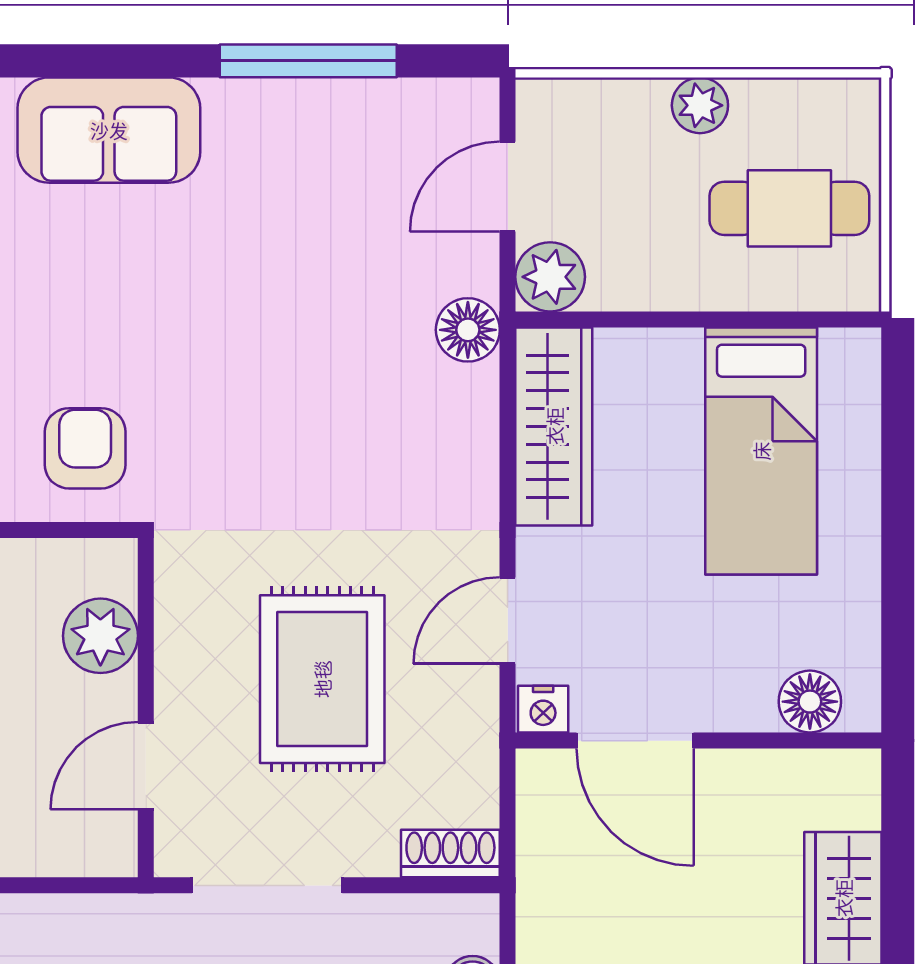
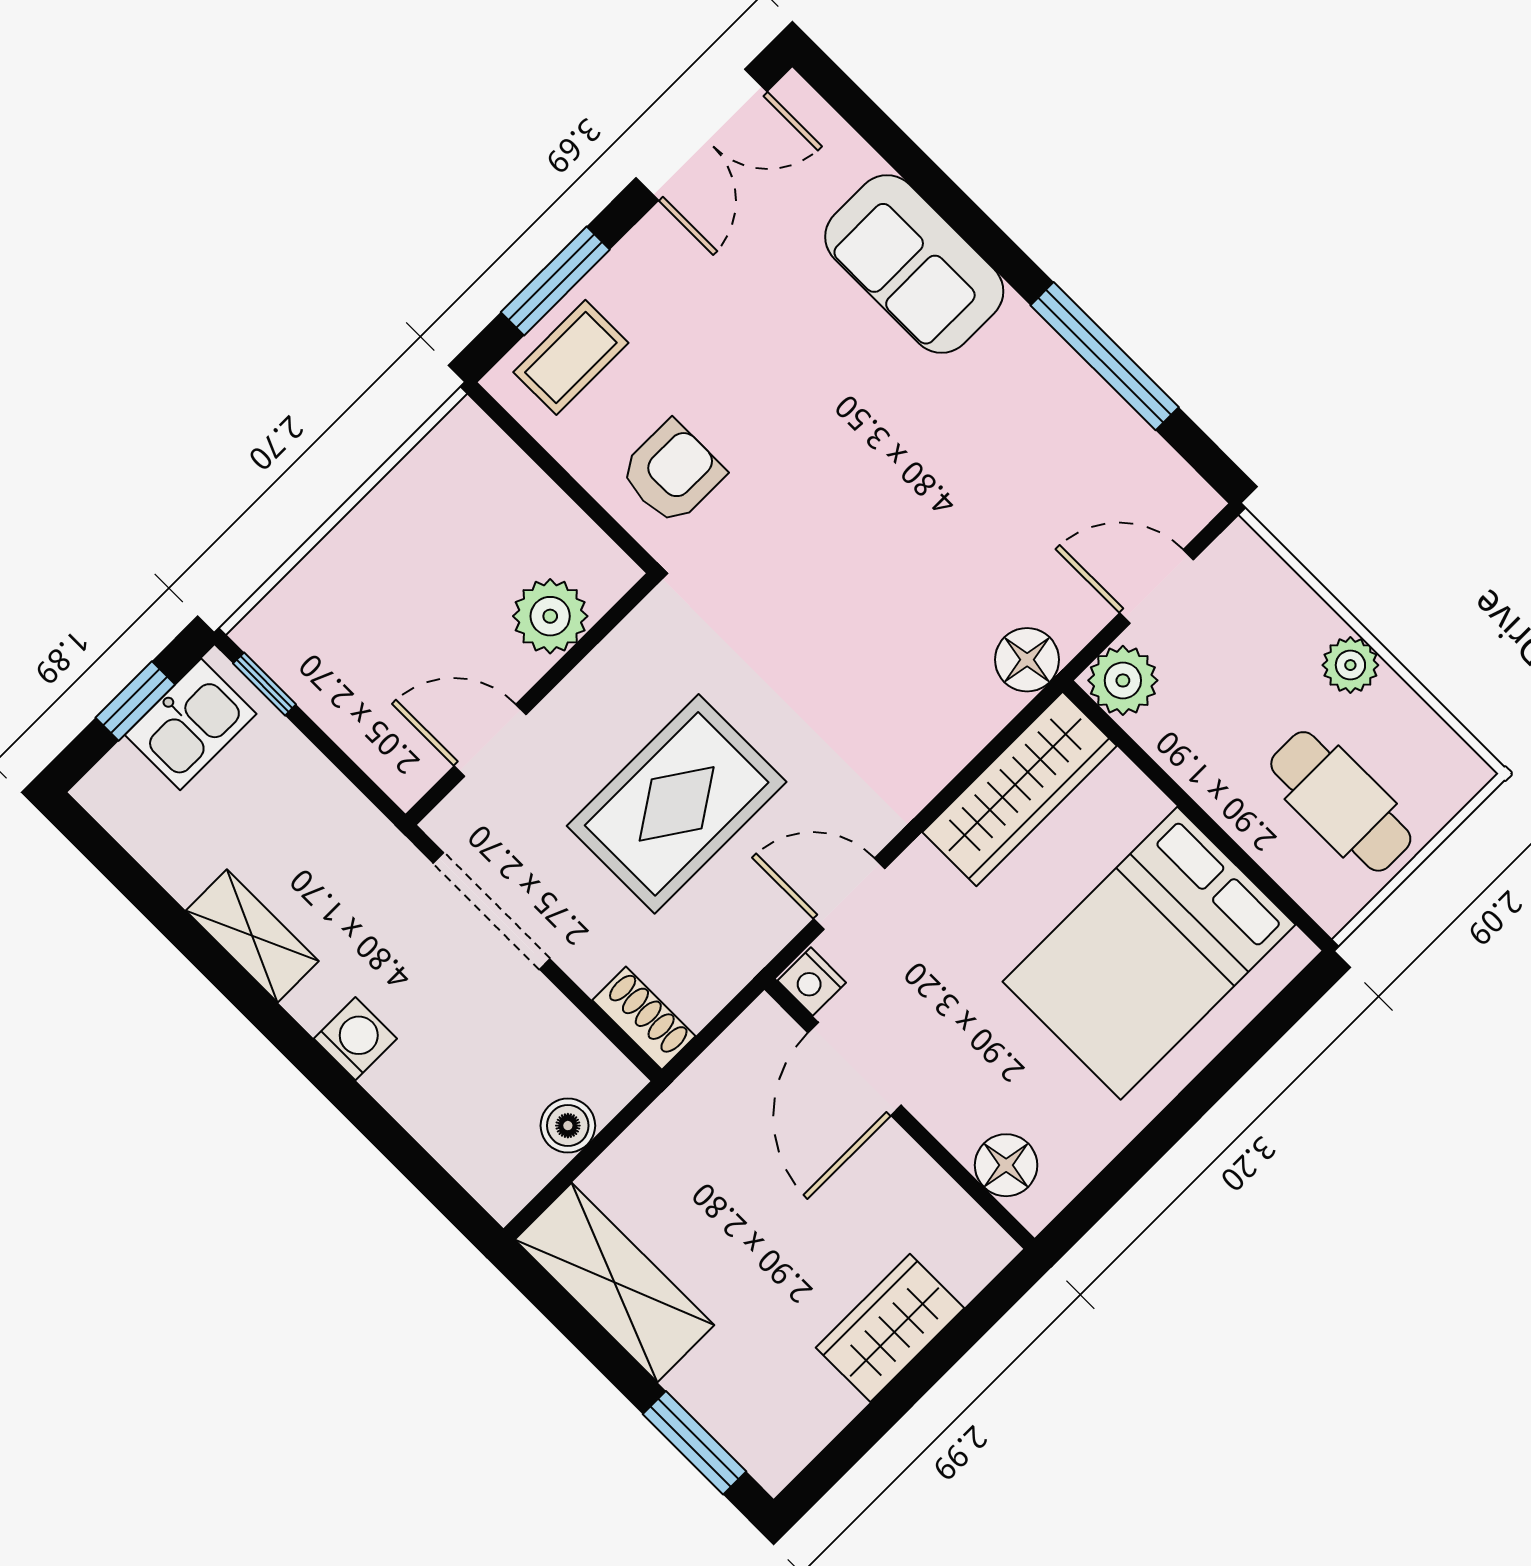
bed: (761, 451) -> (1149, 953), width x1.50

